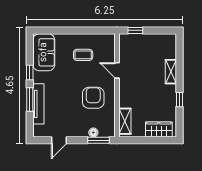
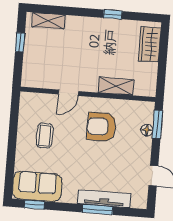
window: (135, 30) -> (20, 42), moved
shelving: (171, 72) -> (49, 21), moved
window: (30, 73) -> (34, 205), moved
shelving: (125, 121) -> (116, 86), moved

